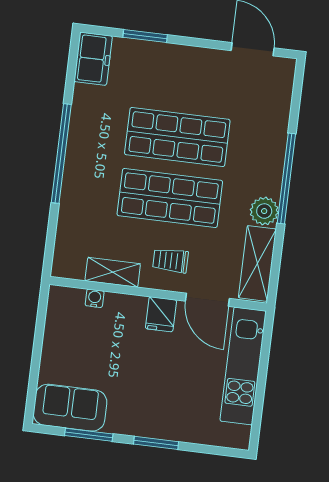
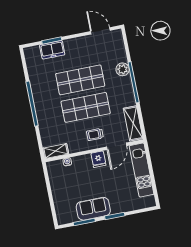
freezer: (93, 59) -> (52, 50), moved, turned 90
plant: (264, 211) -> (123, 69), moved
shelving: (113, 272) -> (56, 151), moved
door: (207, 300) -> (117, 146), hinge flipped
sofa: (70, 408) -> (93, 209), moved

